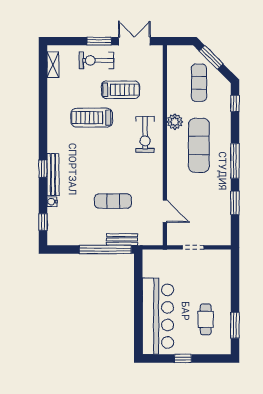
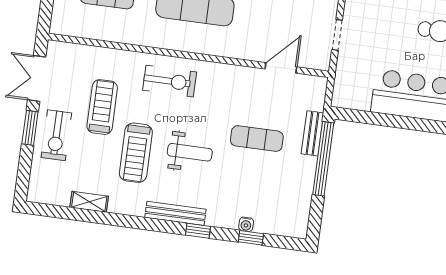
shelving: (53, 65) -> (89, 202), moved
plant: (175, 122) -> (157, 37), removed
weight bench: (97, 155) -> (190, 152), added
bench: (53, 175) -> (175, 213), moved
exercise mat: (113, 201) -> (257, 139), turned 90
window: (43, 222) -> (251, 238), moved

